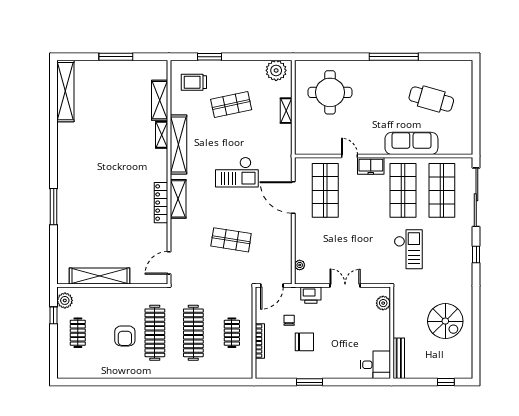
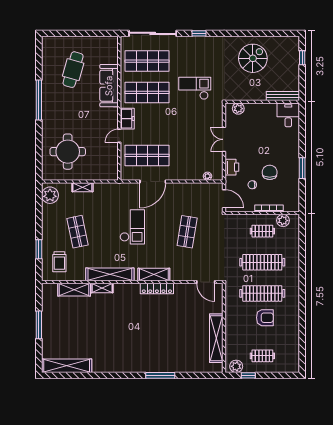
plant: (245, 358) -> (283, 221), added

